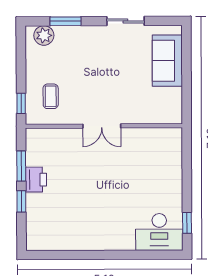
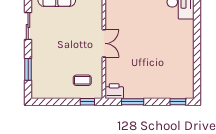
plant: (44, 35) -> (38, 85), removed
printer: (36, 180) -> (114, 91), moved
window: (21, 201) -> (178, 102), moved

